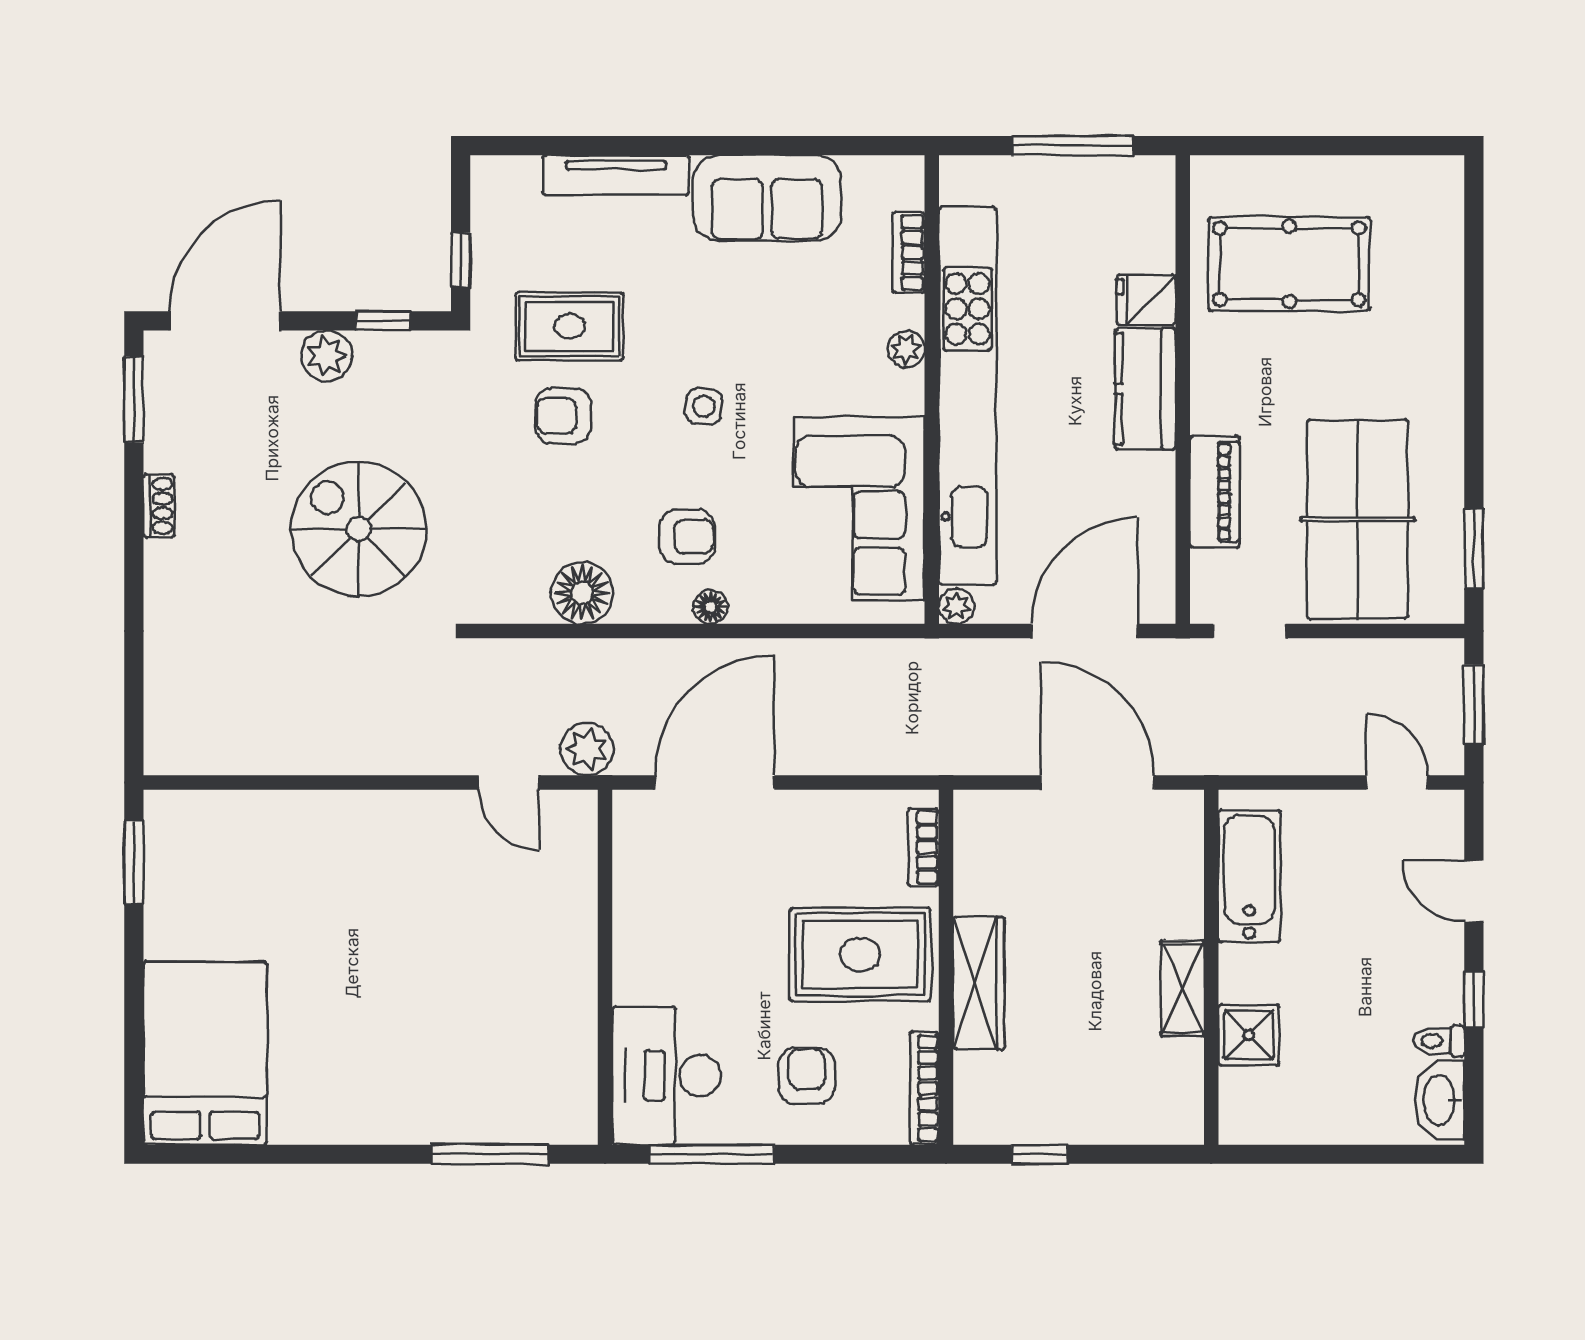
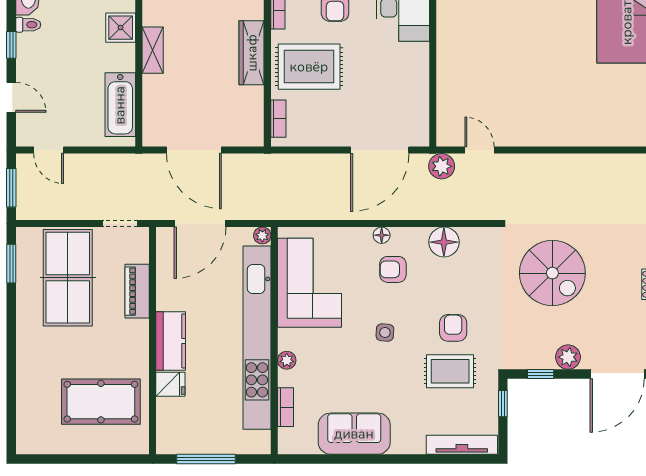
tv unit: (616, 175) -> (462, 445), moved
armchair: (563, 416) -> (453, 328), turned -90

